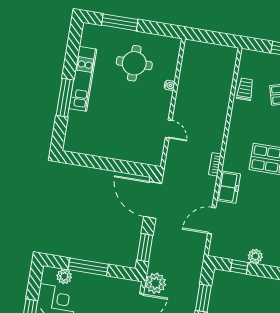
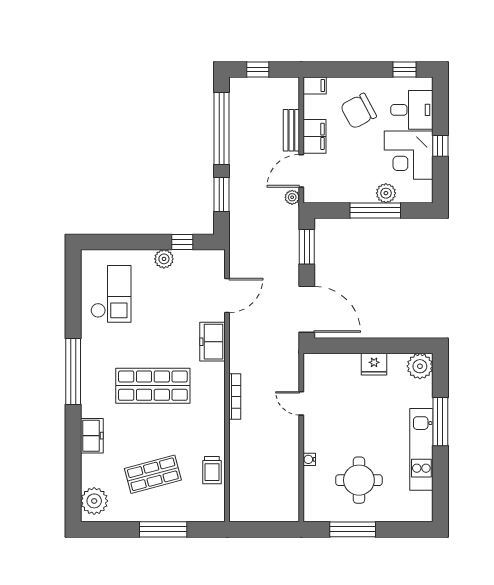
window: (120, 22) -> (353, 529), moved
plant: (74, 142) -> (420, 366), added
fridge: (108, 150) -> (374, 364), added
bookcase: (215, 164) -> (235, 397), moved, width x1.56
plant: (64, 276) -> (386, 193), moved
plant: (155, 283) -> (292, 197), width x0.53, depth x0.53

